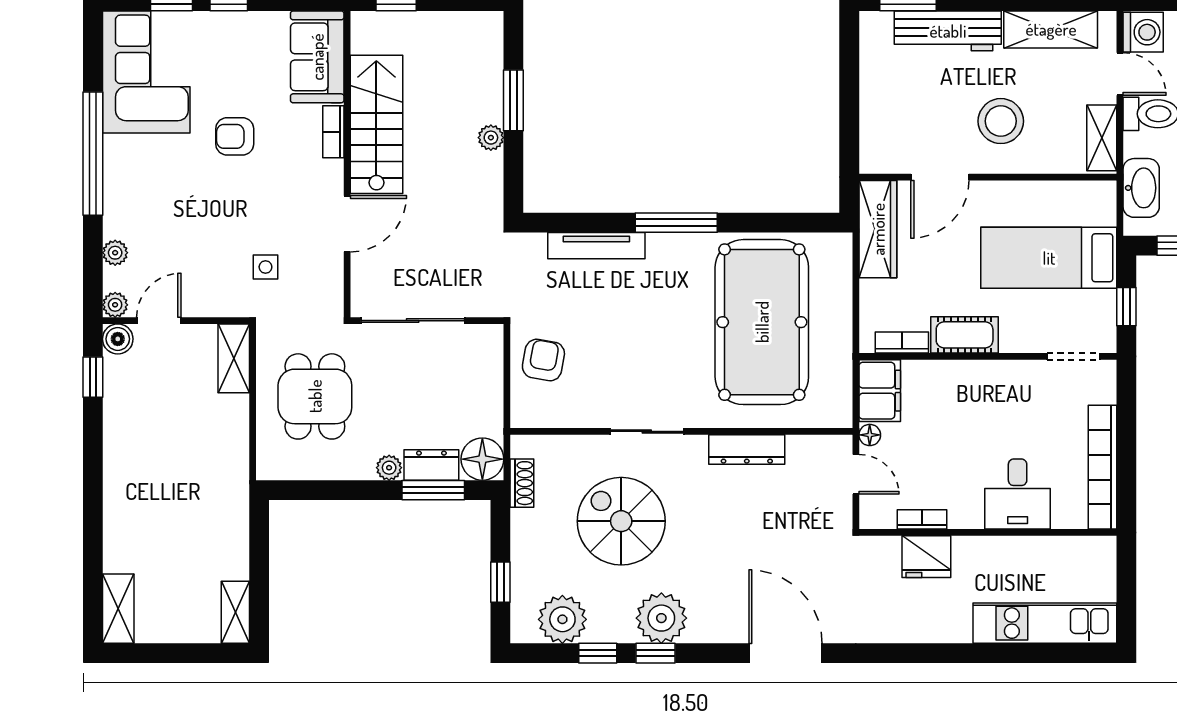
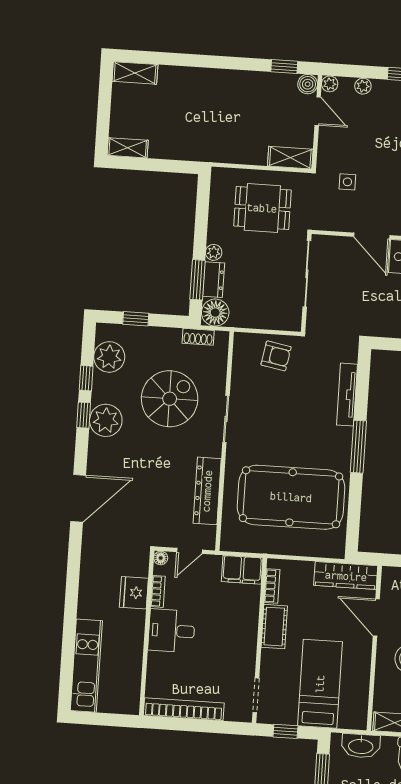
floor lamp: (870, 435) -> (161, 558), moved
dresser: (747, 450) -> (207, 491), width x1.37, depth x1.24
desk: (1018, 494) -> (172, 631), moved

